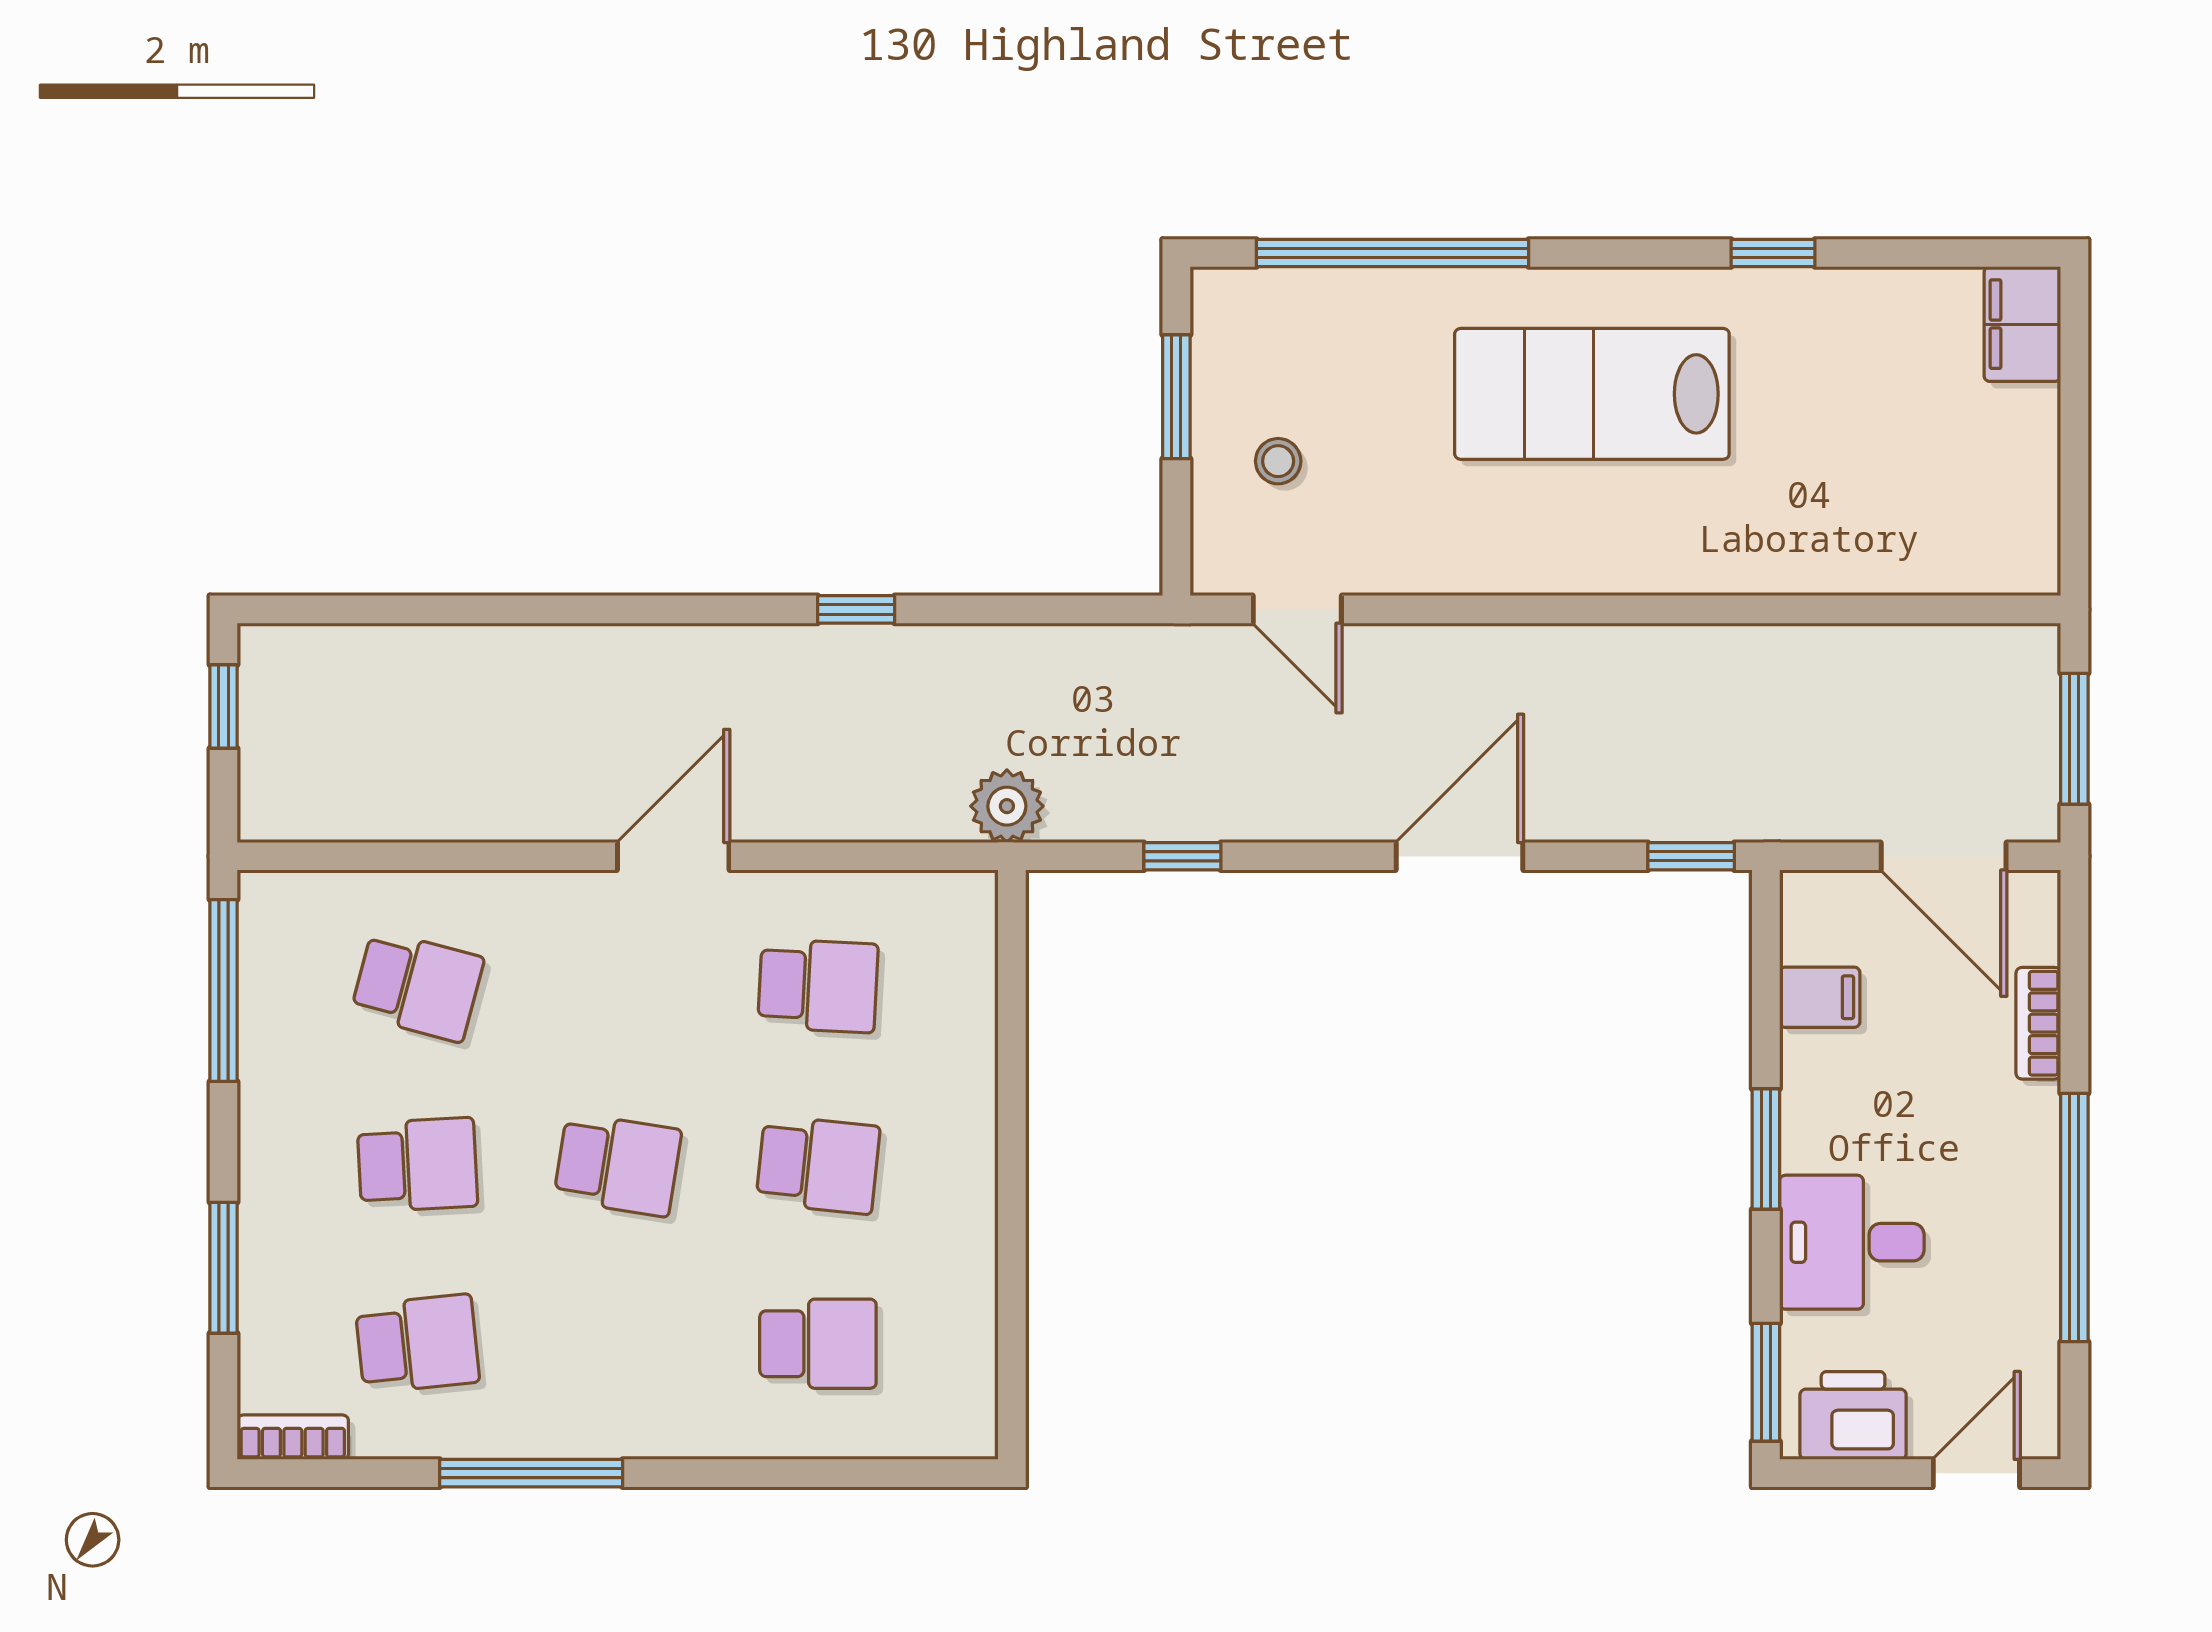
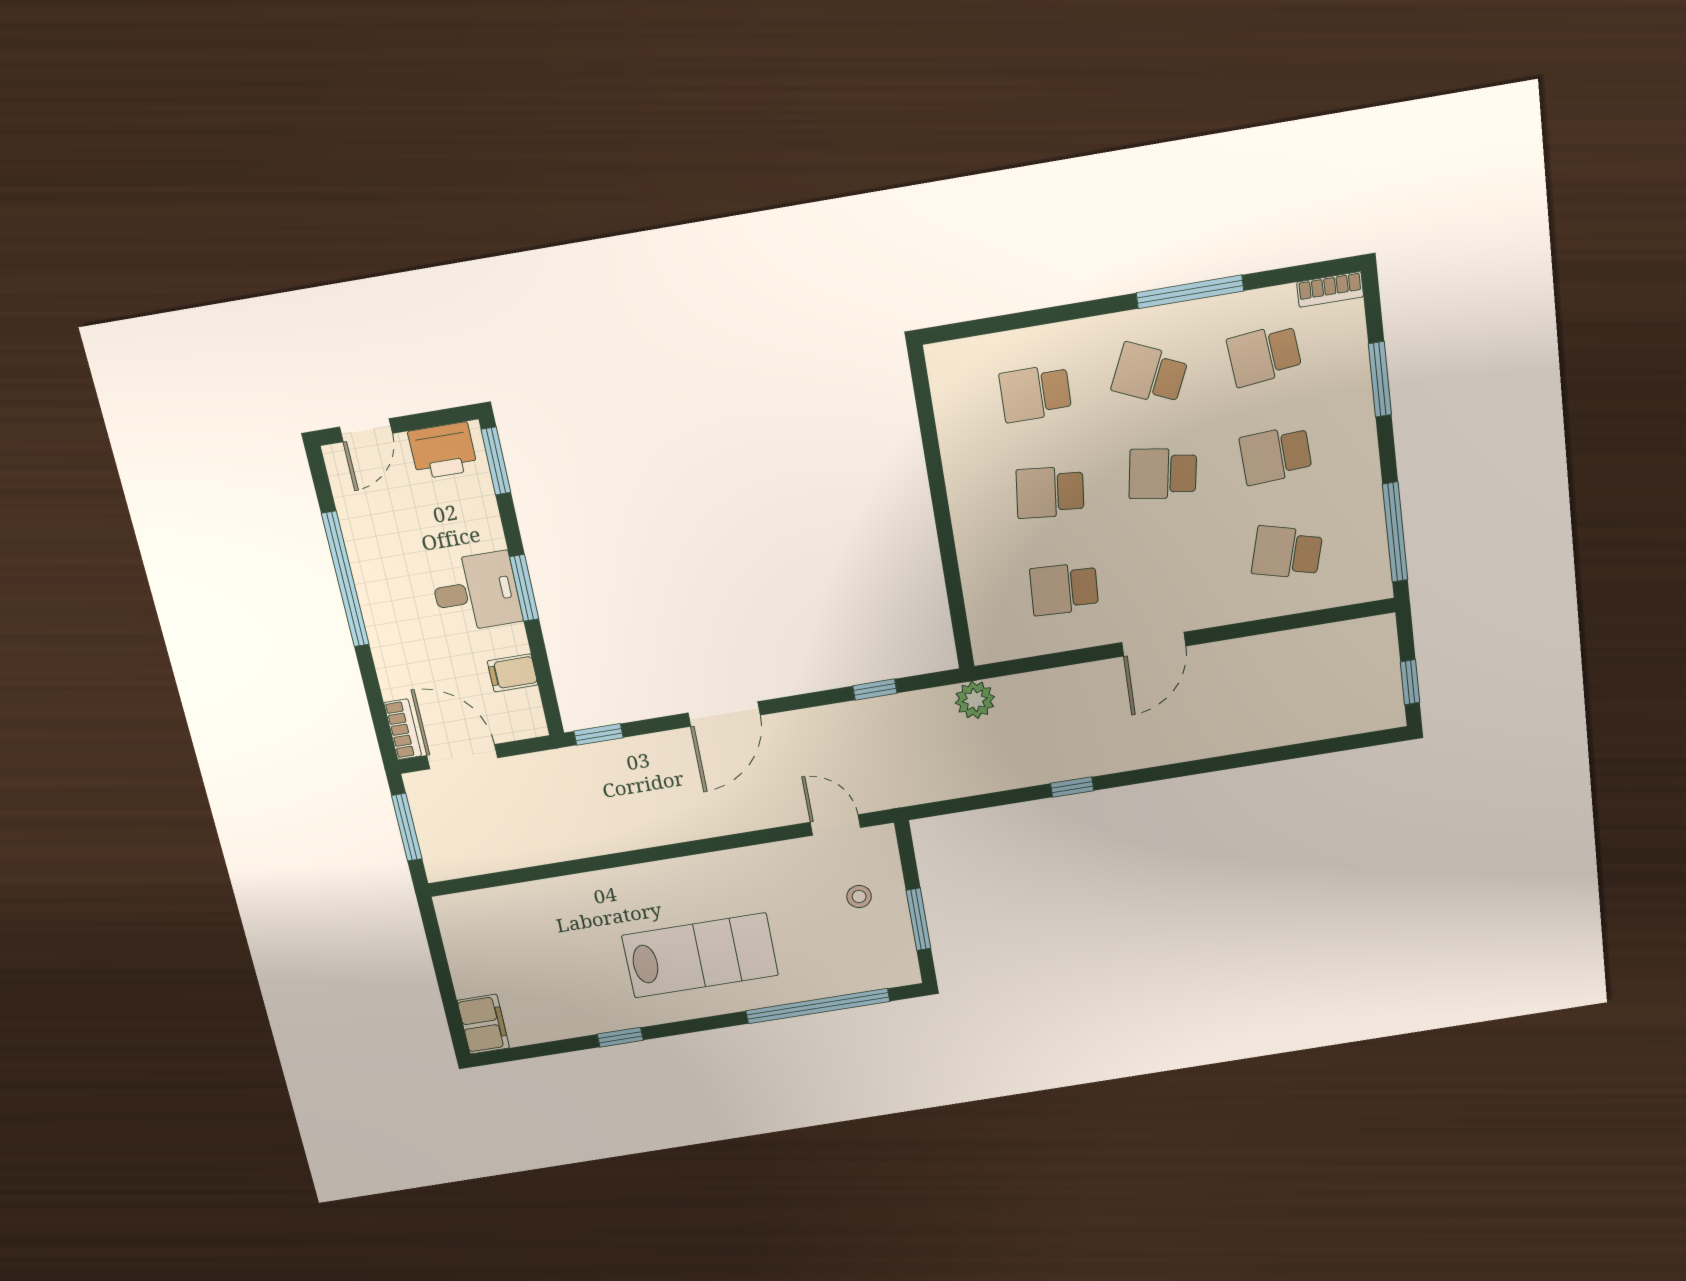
bookcase: (2038, 1023) -> (403, 729), moved
desk: (1852, 1242) -> (476, 592), moved
school desk: (618, 1344) -> (1150, 374), added

